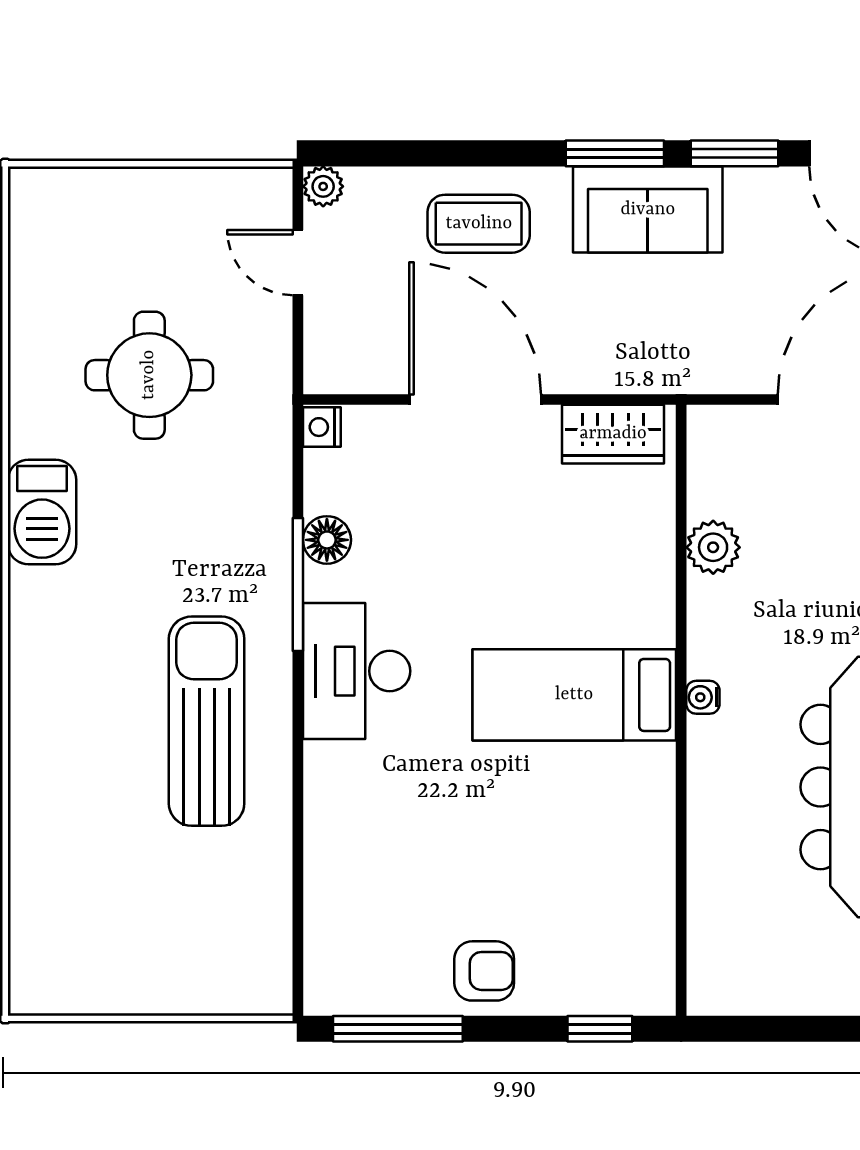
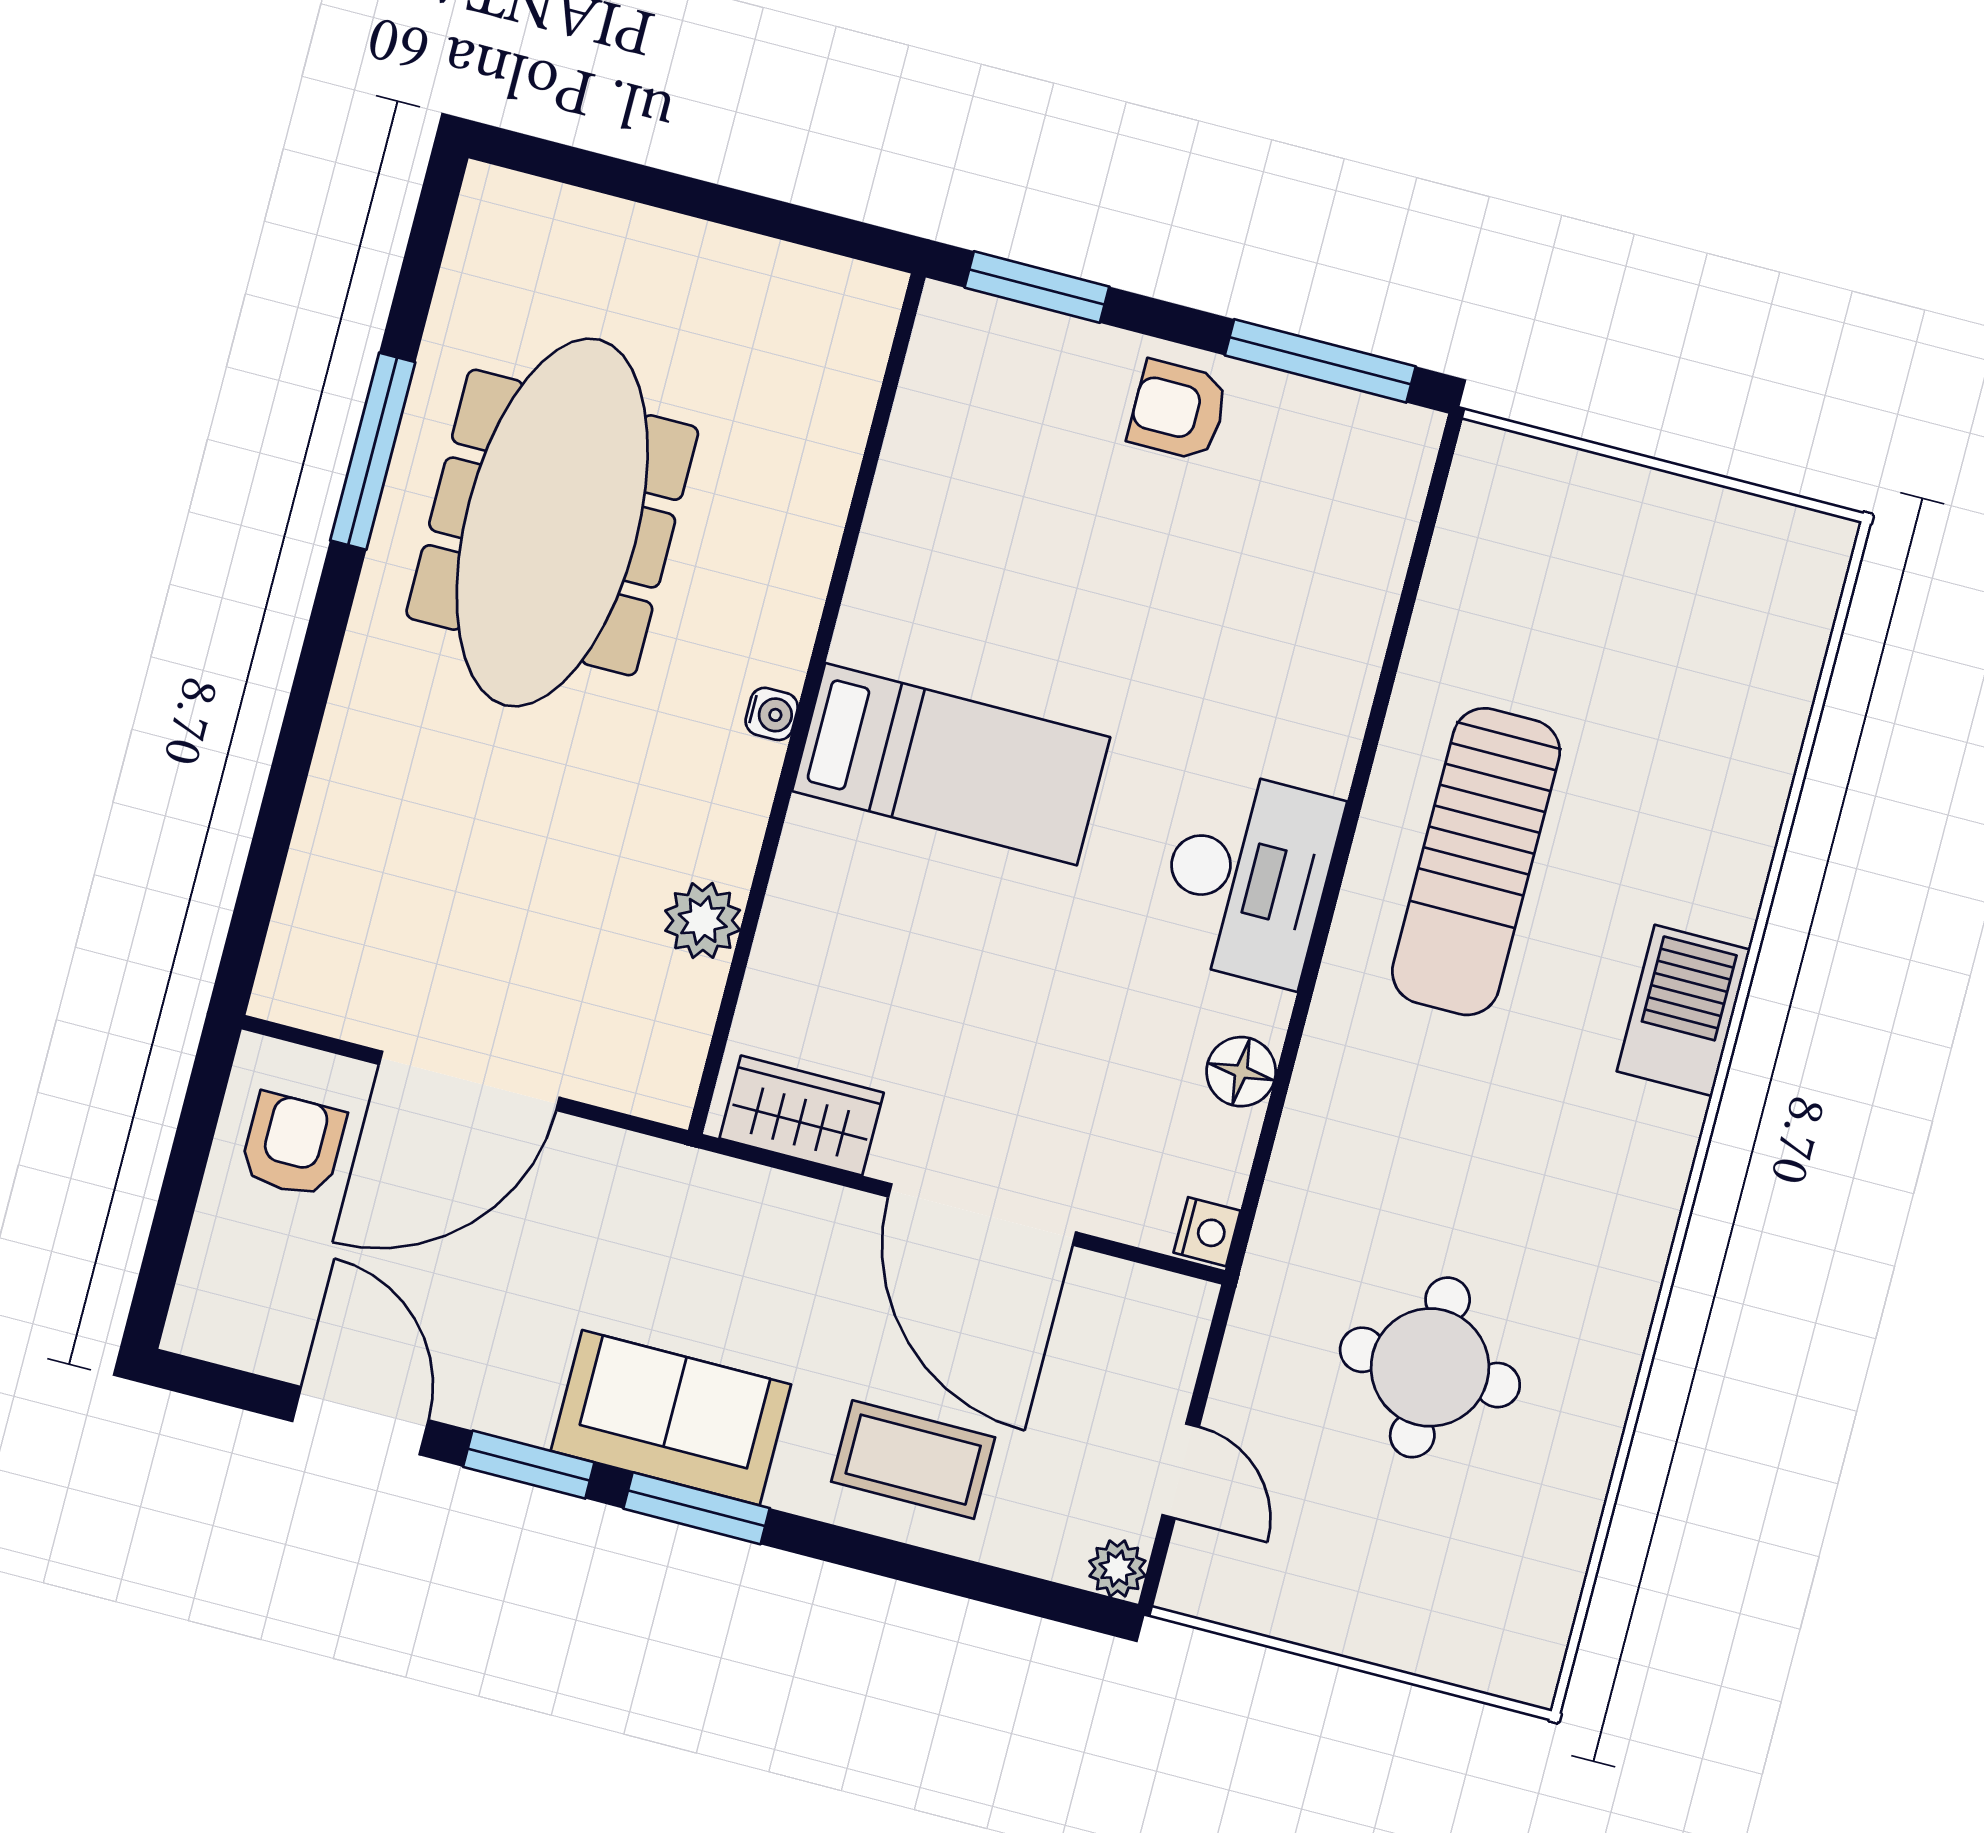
barbecue: (42, 512) -> (1683, 1010), moved
window: (298, 584) -> (1298, 1020), removed
window: (600, 1029) -> (1037, 287), width x1.50

